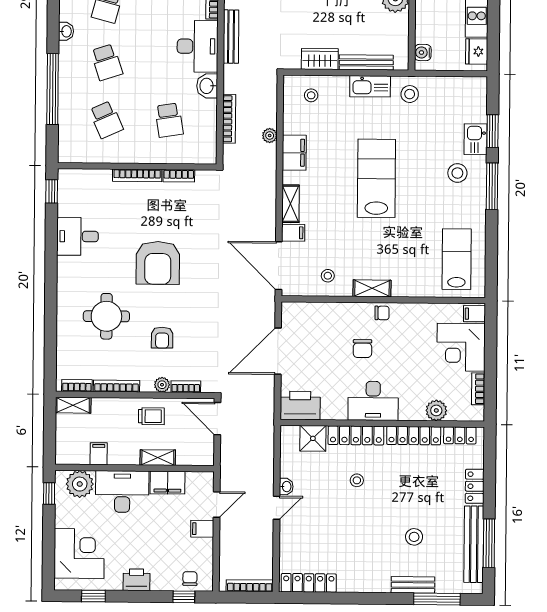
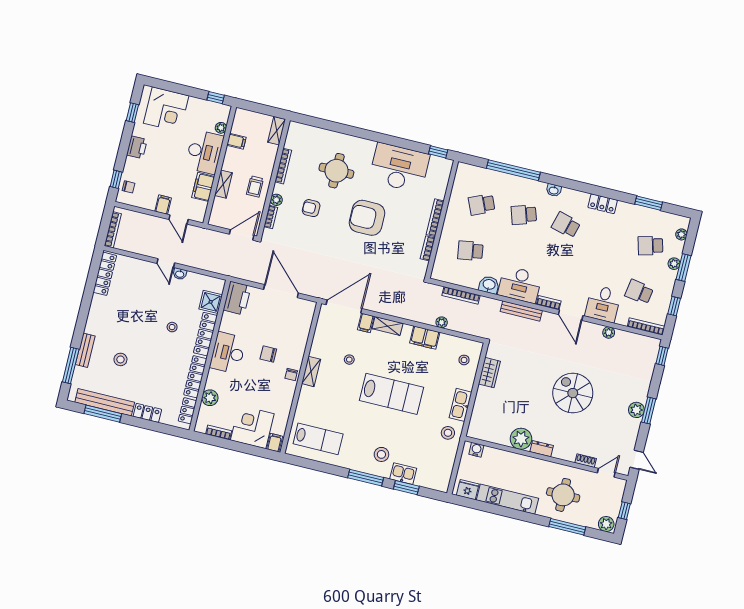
bench: (366, 62) -> (479, 406), removed
desk: (77, 236) -> (399, 168), width x1.87, depth x1.30
stool: (328, 276) -> (349, 360), moved
bookcase: (77, 386) -> (290, 137), removed
plant: (80, 484) -> (221, 128), width x0.53, depth x0.53

